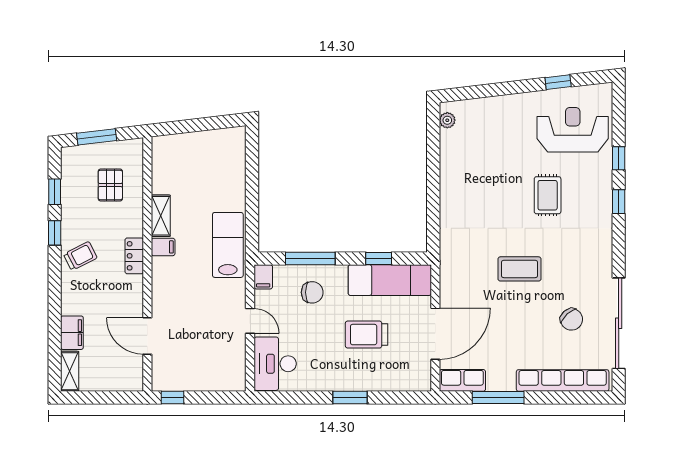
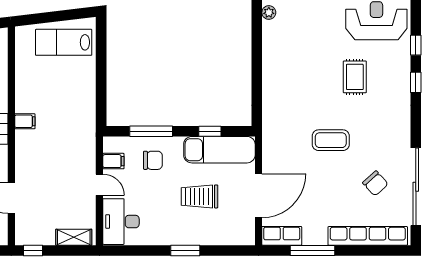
shelving: (161, 216) -> (74, 237), moved, turned 90
lab bench: (228, 245) -> (64, 42), moved, turned -90
filing cabinet: (263, 277) -> (113, 161), moved, turned -90

